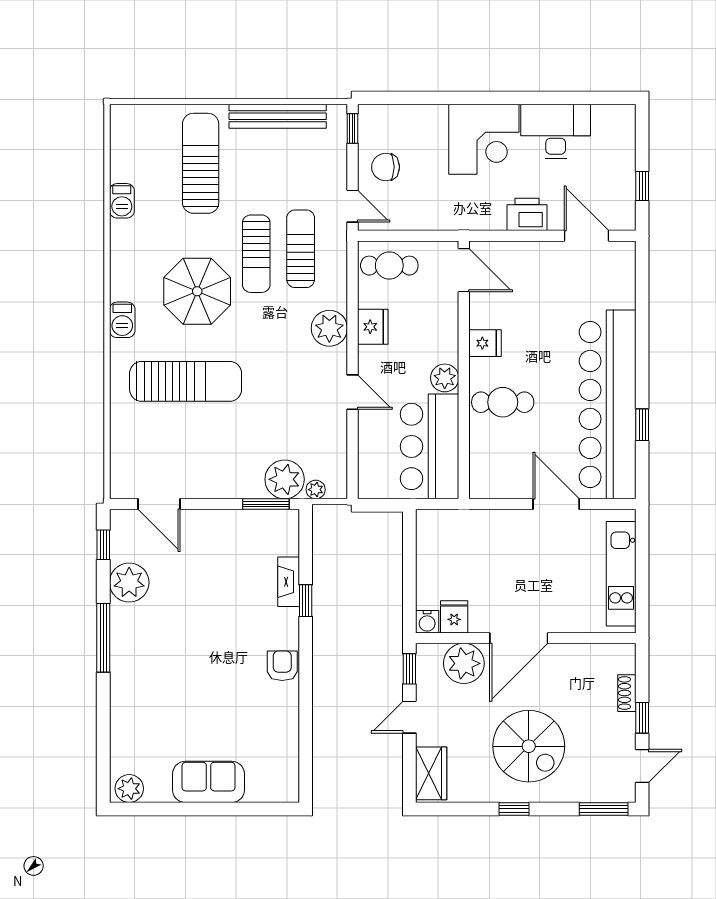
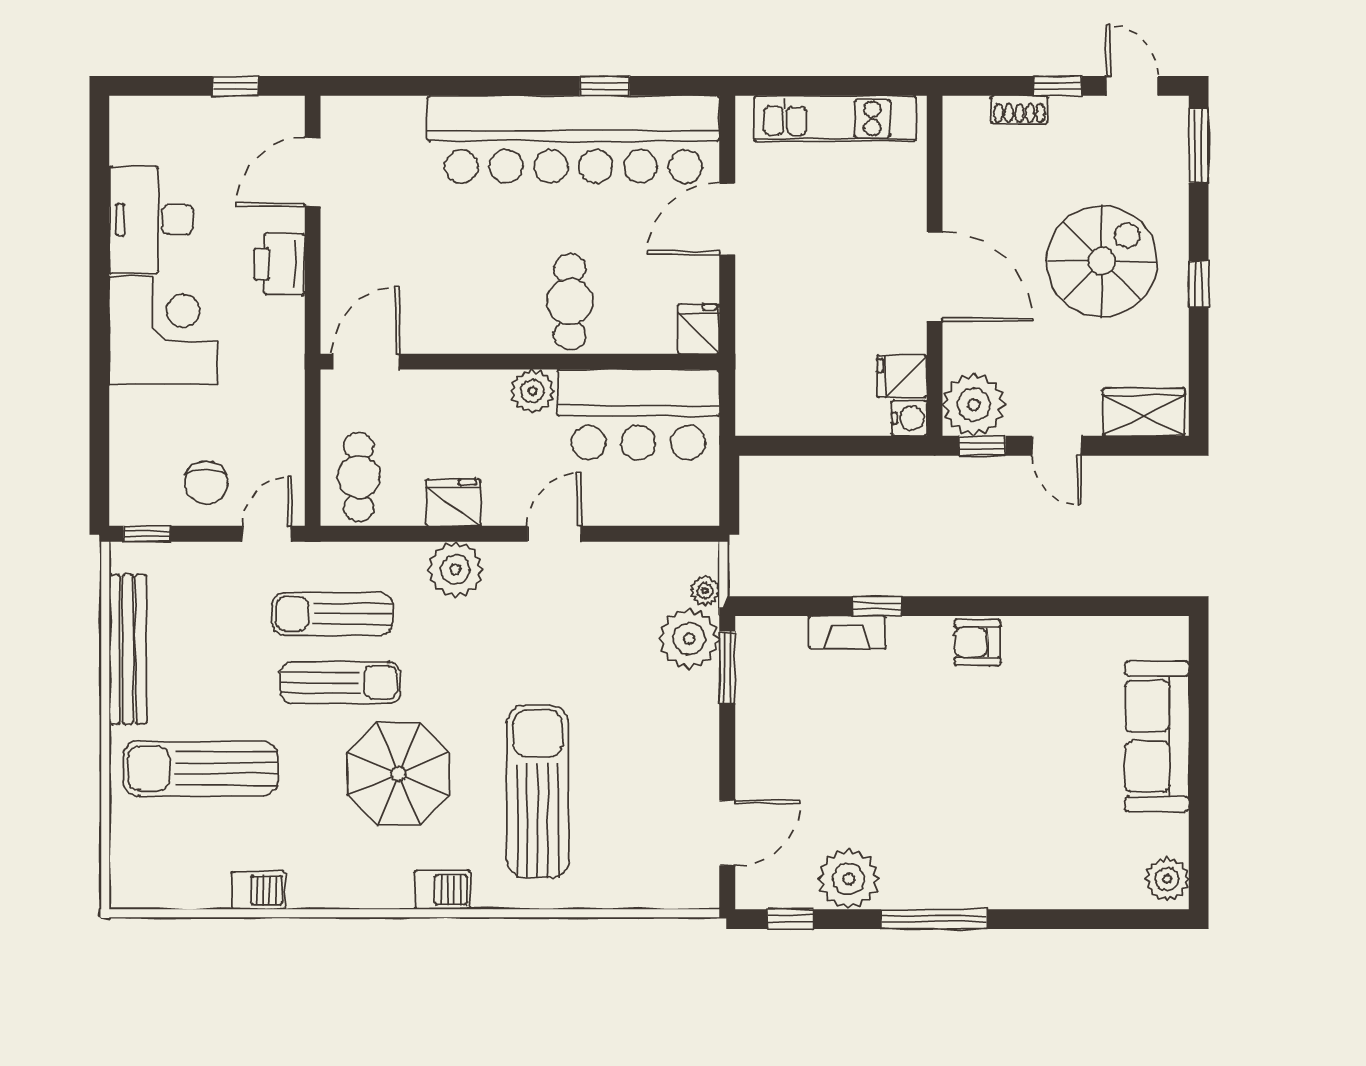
fridge: (485, 343) -> (699, 329), moved
plant: (464, 663) -> (974, 405), moved
sofa: (208, 782) -> (1157, 736), width x1.36

